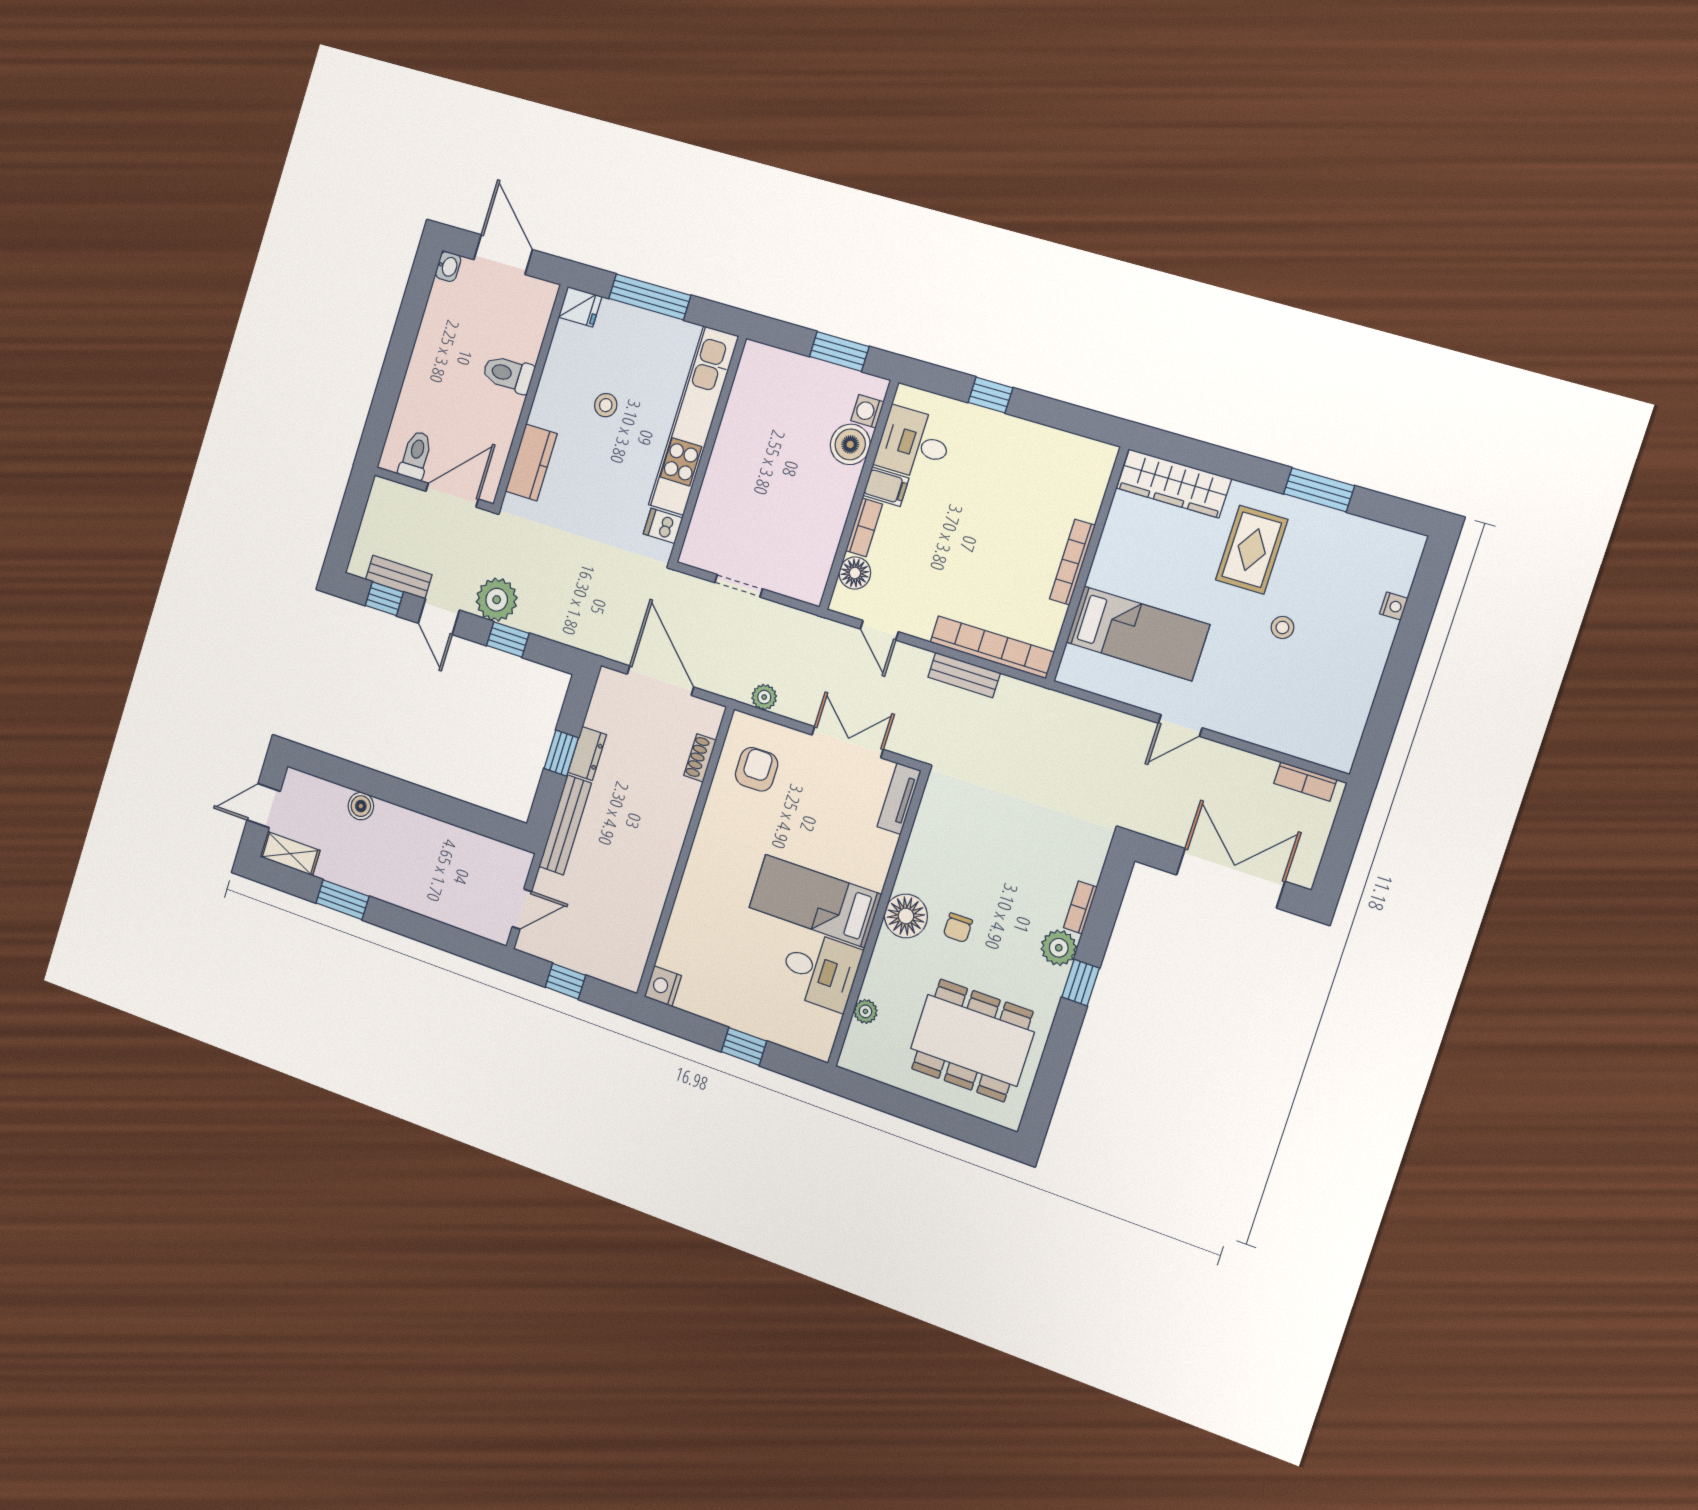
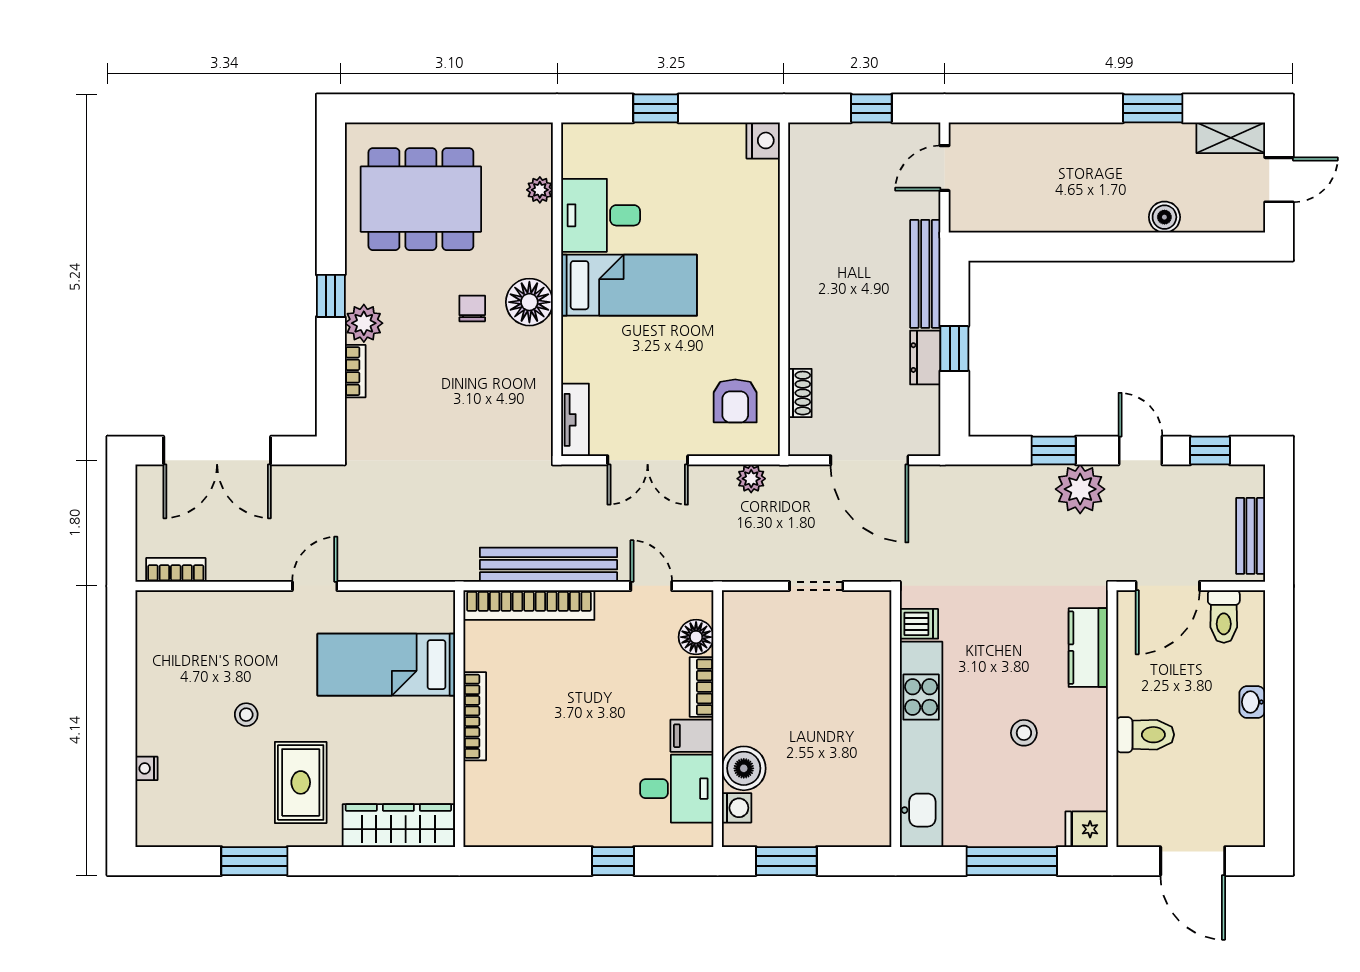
washbasin: (448, 266) -> (1252, 702), moved
bench: (399, 577) -> (1251, 536), moved, turned 90
bench: (964, 675) -> (548, 565), width x1.86, depth x1.21

